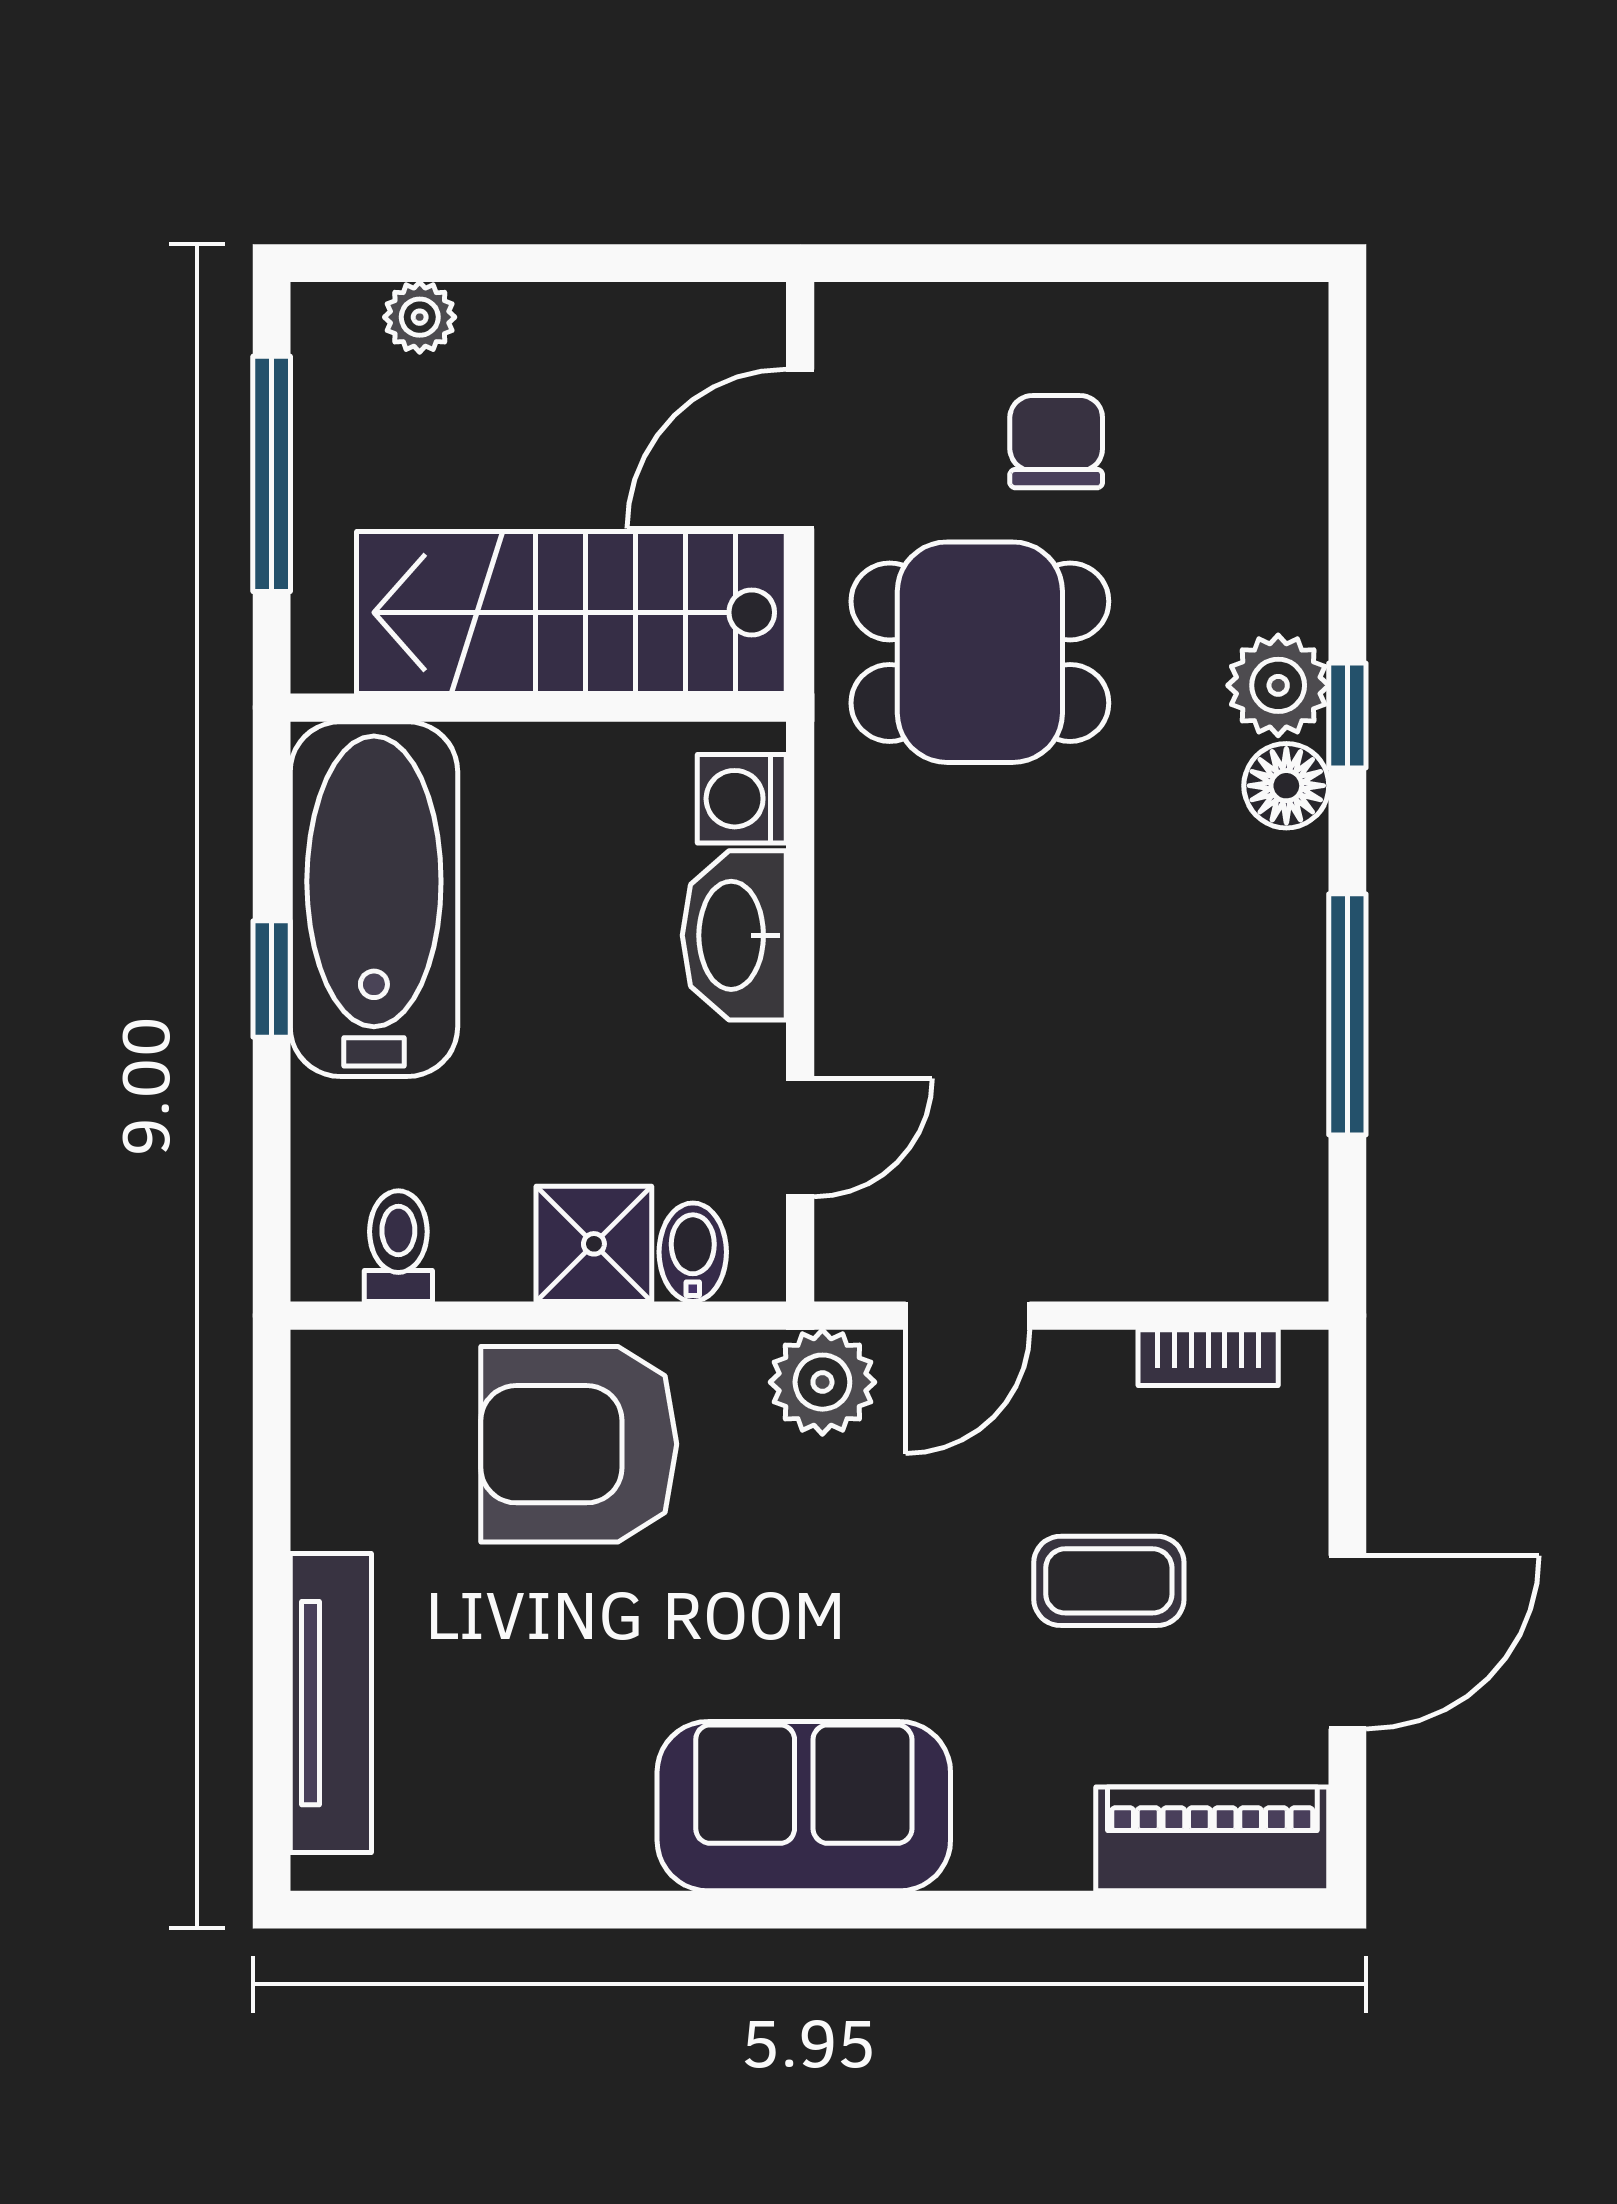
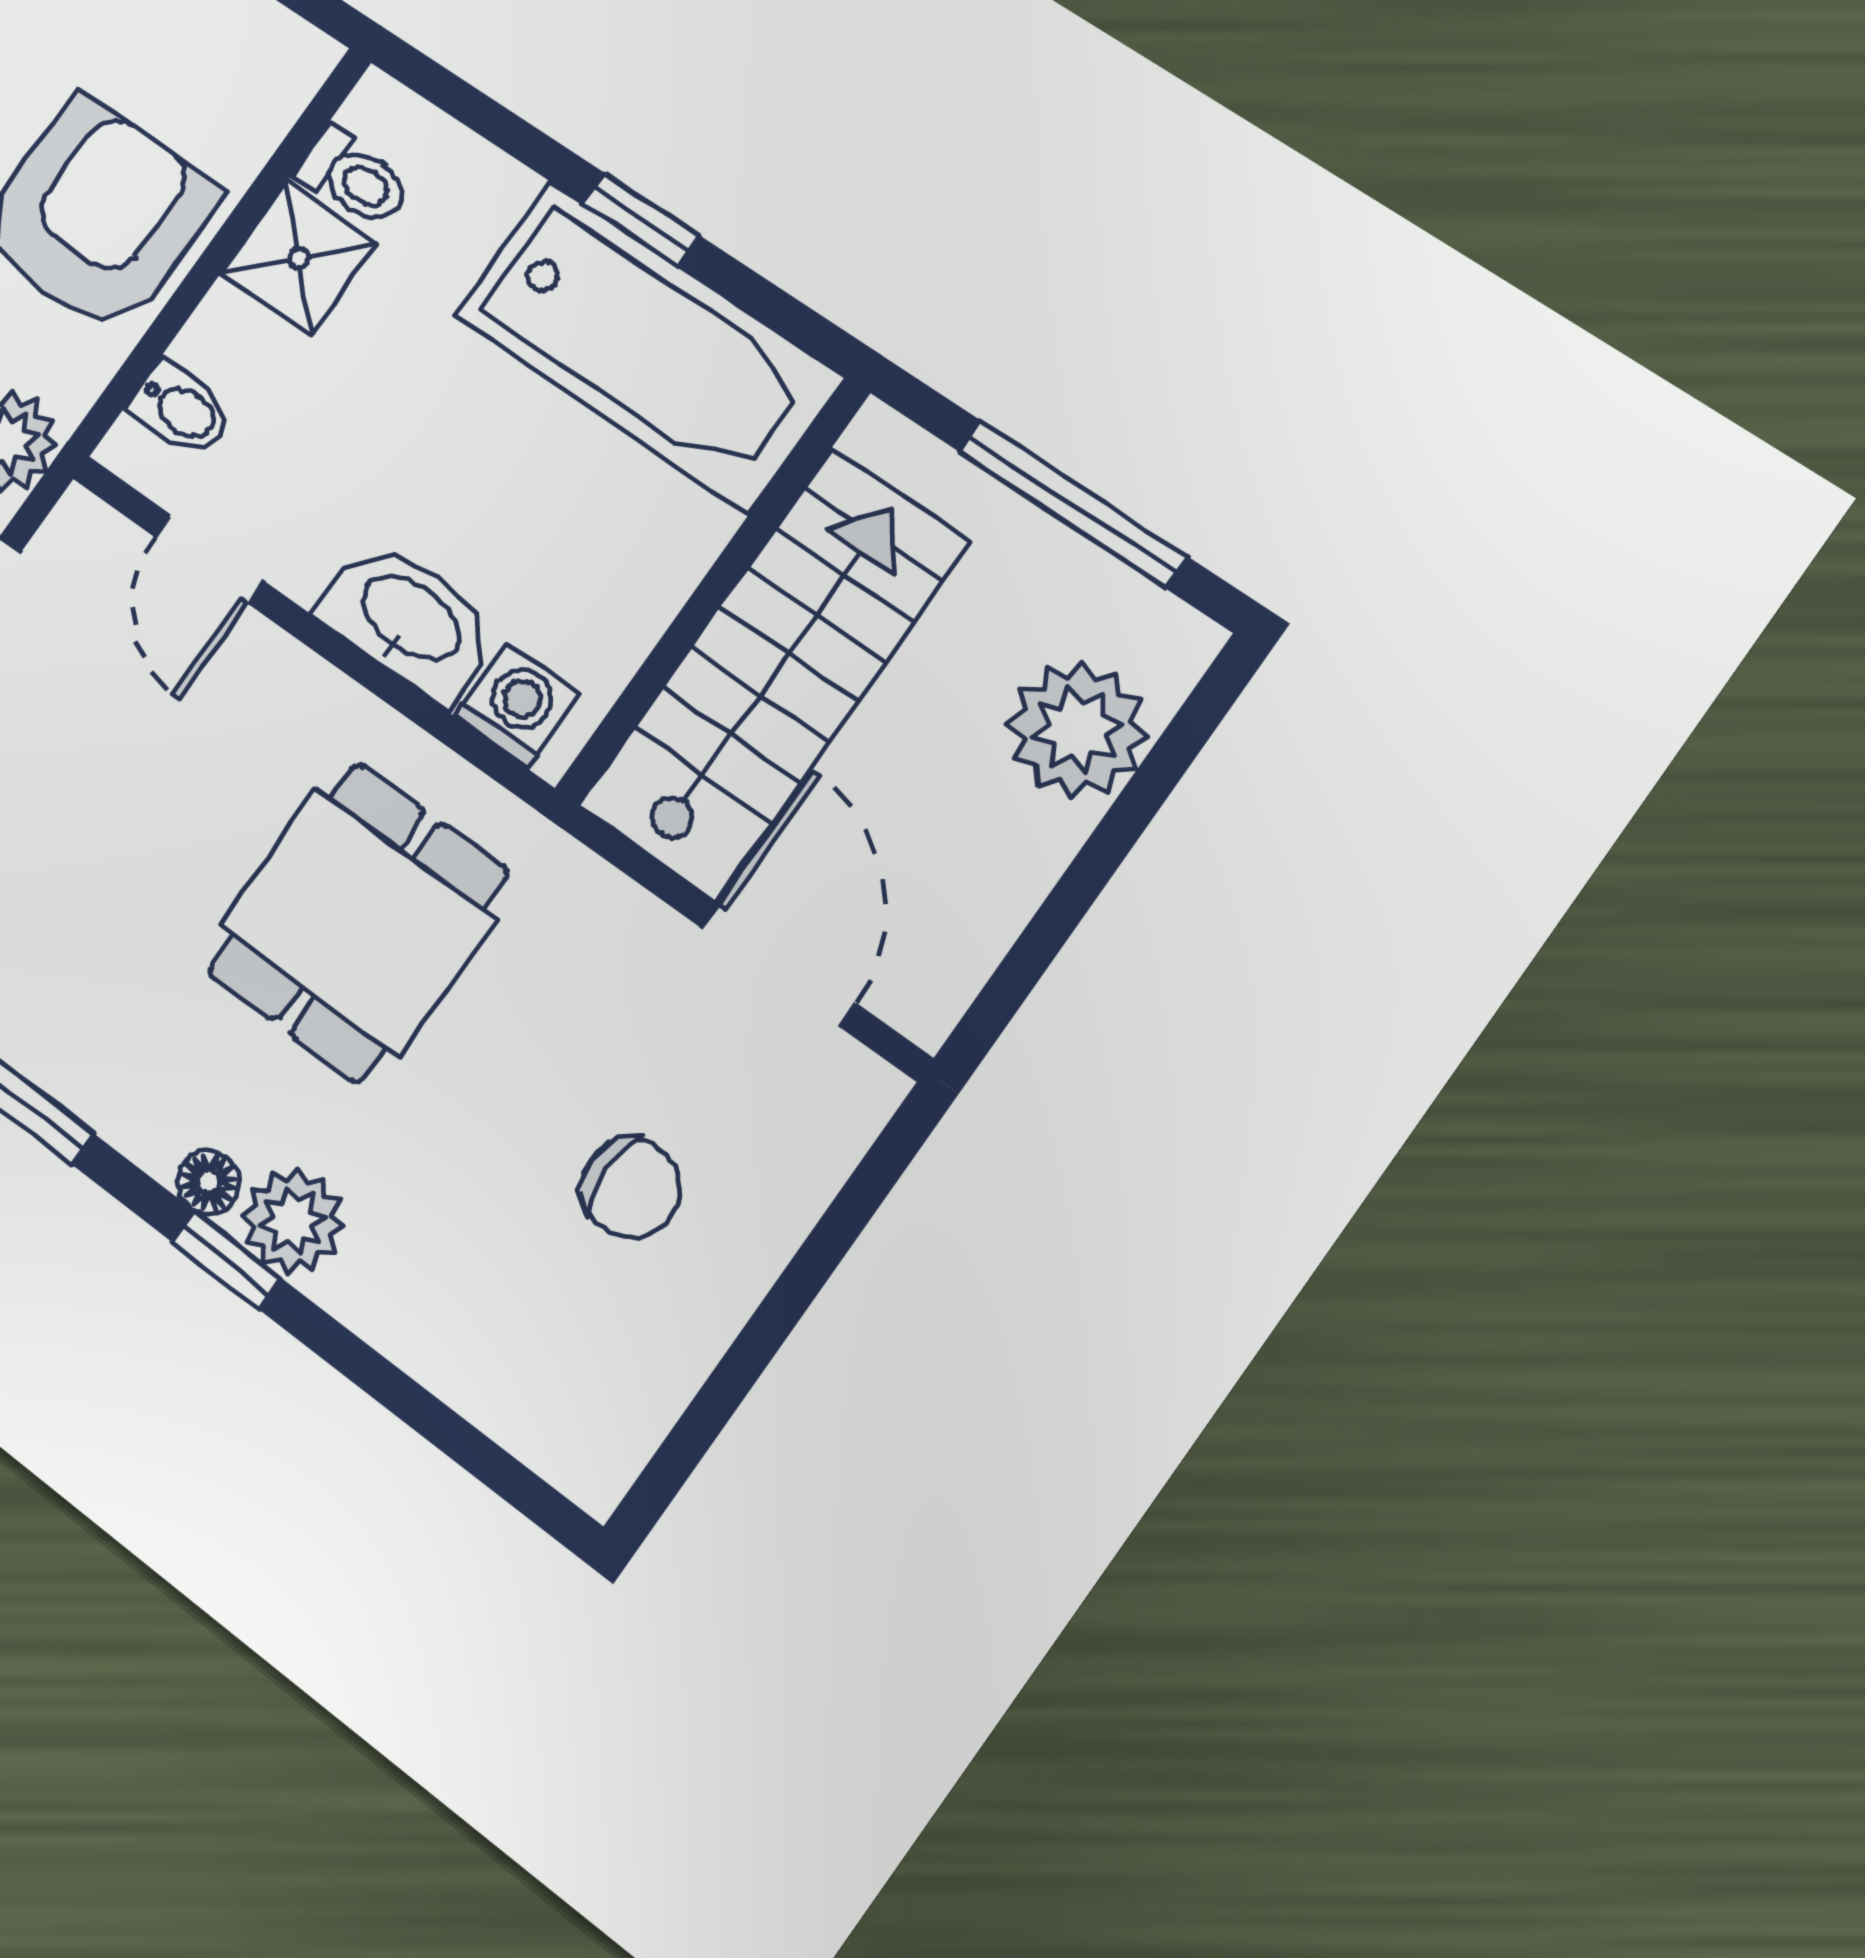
plant: (420, 317) -> (1077, 730), width x1.87, depth x1.87
dining table: (980, 652) -> (358, 922), moved
floor lamp: (1286, 786) -> (209, 1182), width x0.73, depth x0.73
shower: (594, 1244) -> (299, 258), moved

